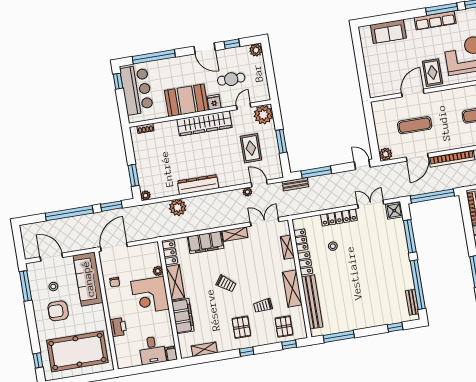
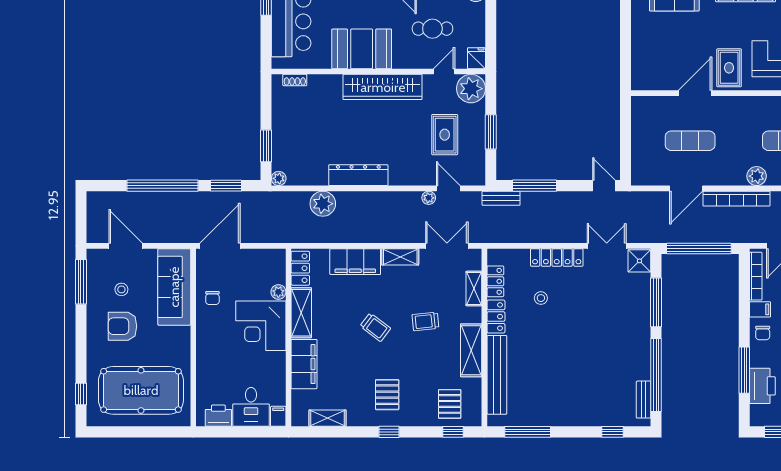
fridge: (214, 102) -> (476, 58), moved
plant: (386, 154) -> (757, 176), moved
trolley: (263, 306) -> (425, 321), moved
printer: (118, 327) -> (218, 416), moved, turned -90

